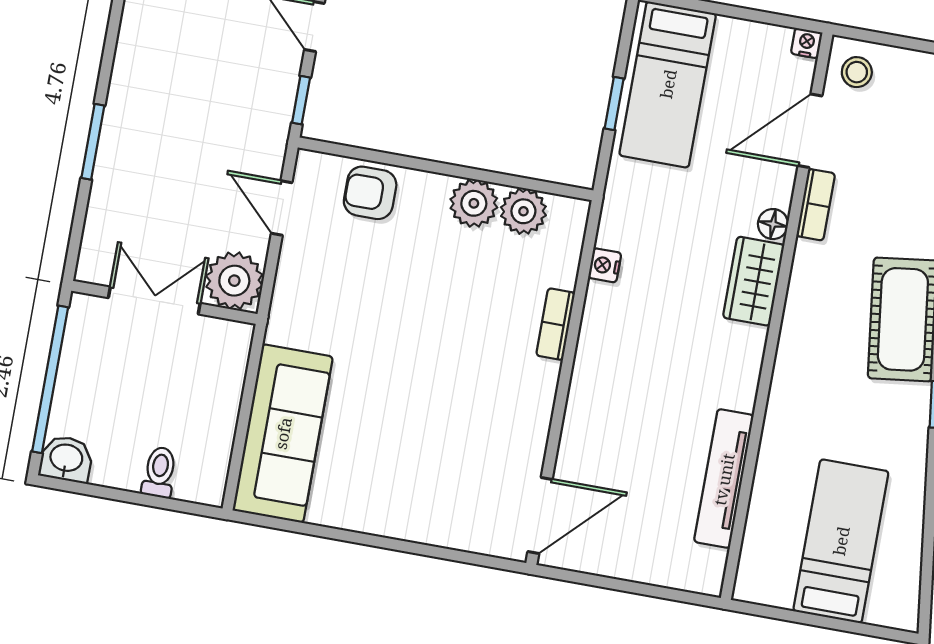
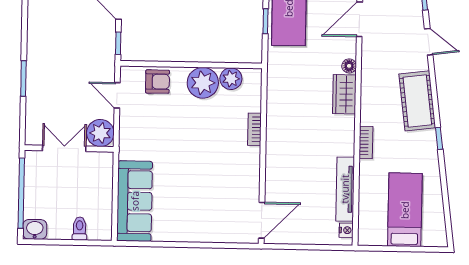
armchair: (370, 193) -> (157, 82), turned 180
plant: (474, 203) -> (203, 83), width x1.36, depth x1.36
bookcase: (816, 205) -> (366, 142), moved
nightstand: (605, 265) -> (346, 230), moved, turned 180

